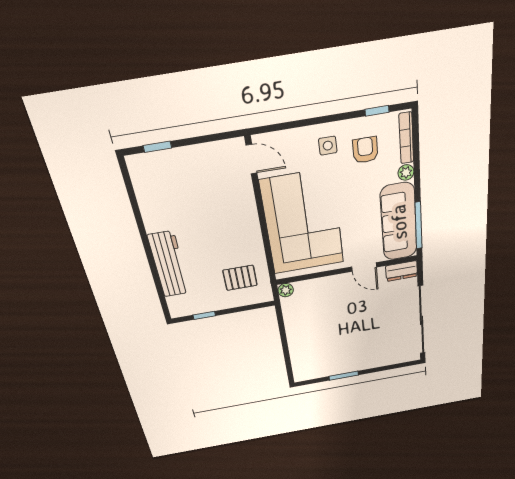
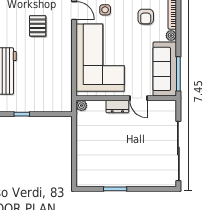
side table: (328, 146) -> (105, 10), moved
armchair: (365, 150) -> (146, 17), turned 180
dresser: (402, 271) -> (117, 107), moved
pallet: (240, 278) -> (38, 26), moved, turned 90

